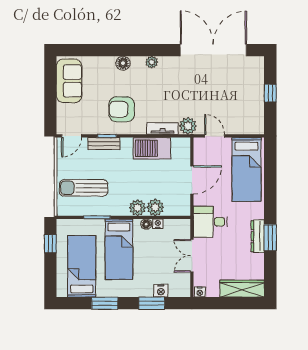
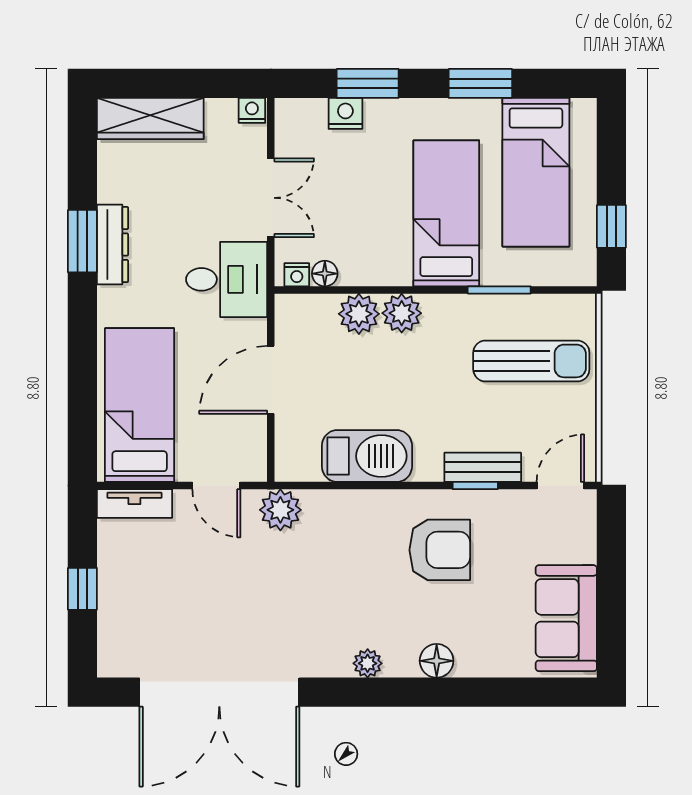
tv unit: (163, 129) -> (134, 504), moved
floor lamp: (146, 224) -> (325, 274), moved
nightstand: (158, 224) -> (297, 275), moved

